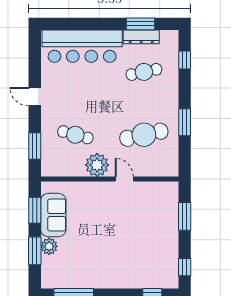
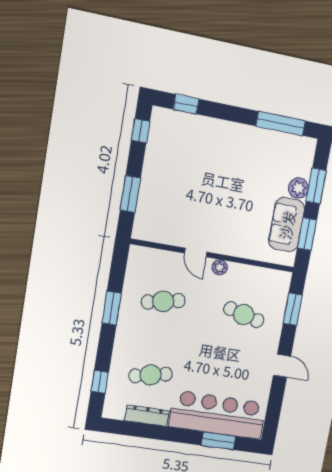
window: (141, 24) -> (218, 441), moved
cafe table: (144, 135) -> (163, 301), width x0.73, depth x0.74
plant: (97, 165) -> (220, 267), width x0.53, depth x0.53

